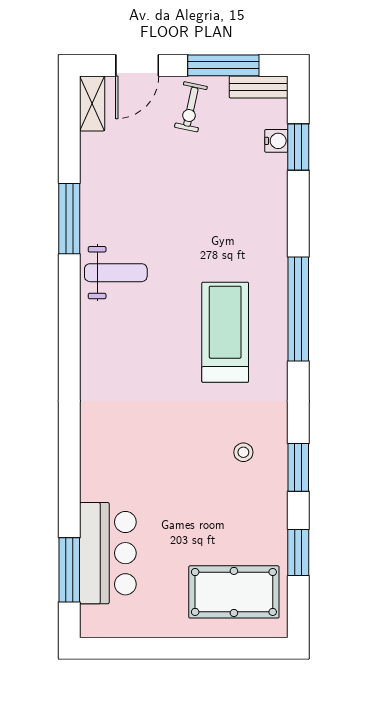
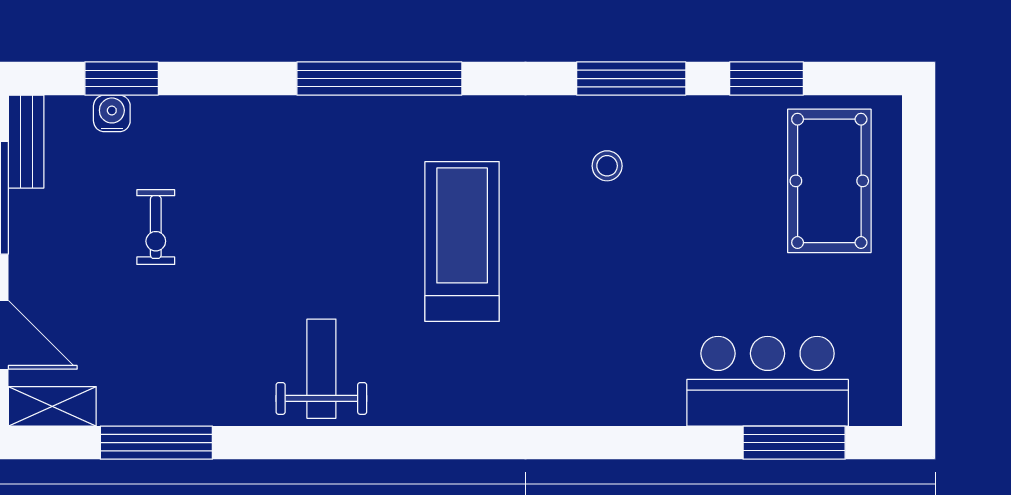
exercise bike: (191, 107) -> (156, 227), moved, turned 78
window: (69, 219) -> (156, 443), moved
treadmill: (225, 332) -> (462, 241), moved, turned 90
window: (298, 467) -> (631, 79), width x1.44

